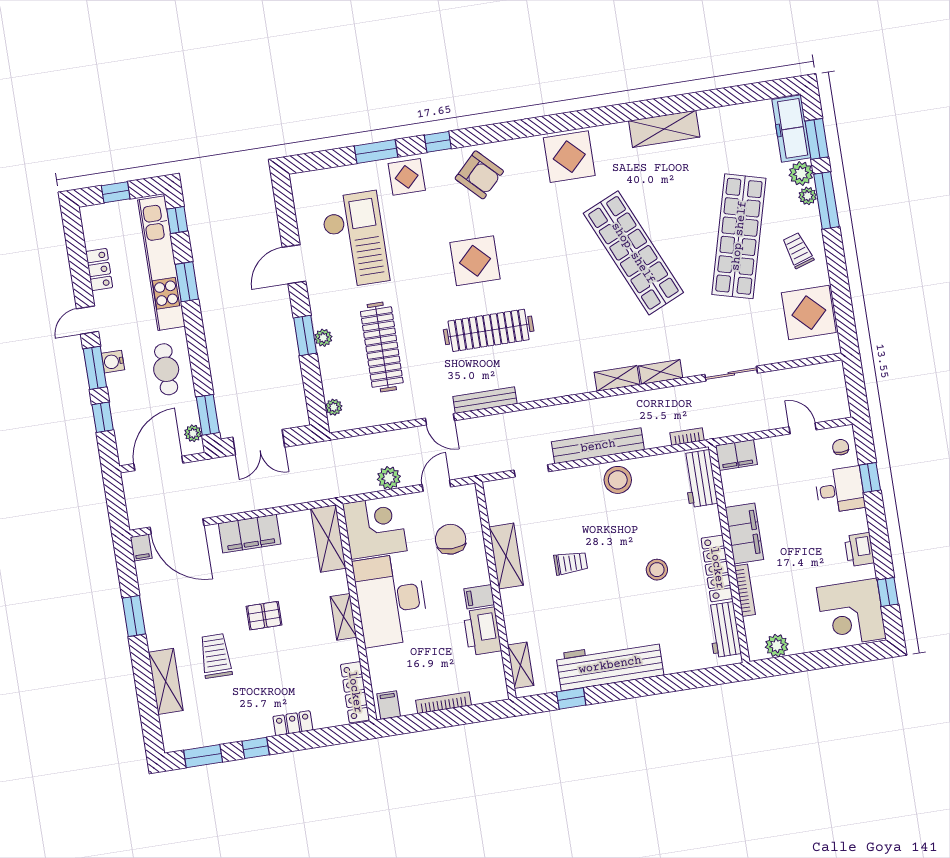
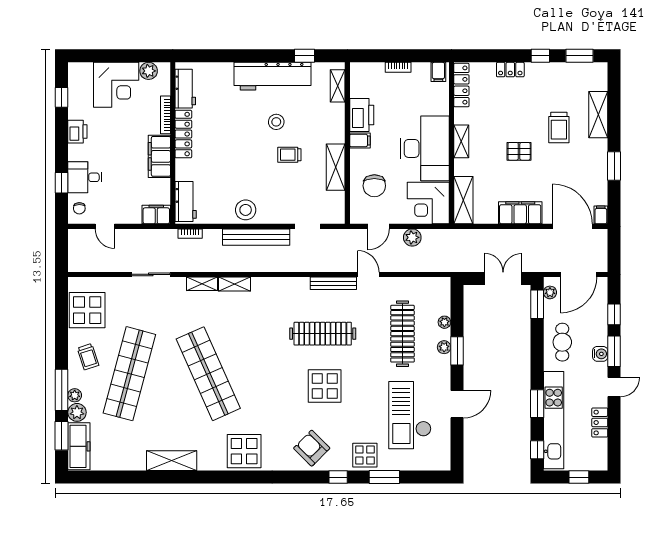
plant: (334, 407) -> (444, 322), moved
stool: (657, 570) -> (276, 122), moved
corner desk: (851, 613) -> (116, 85), moved, turned 90
bookcase: (443, 703) -> (398, 67), width x0.64

